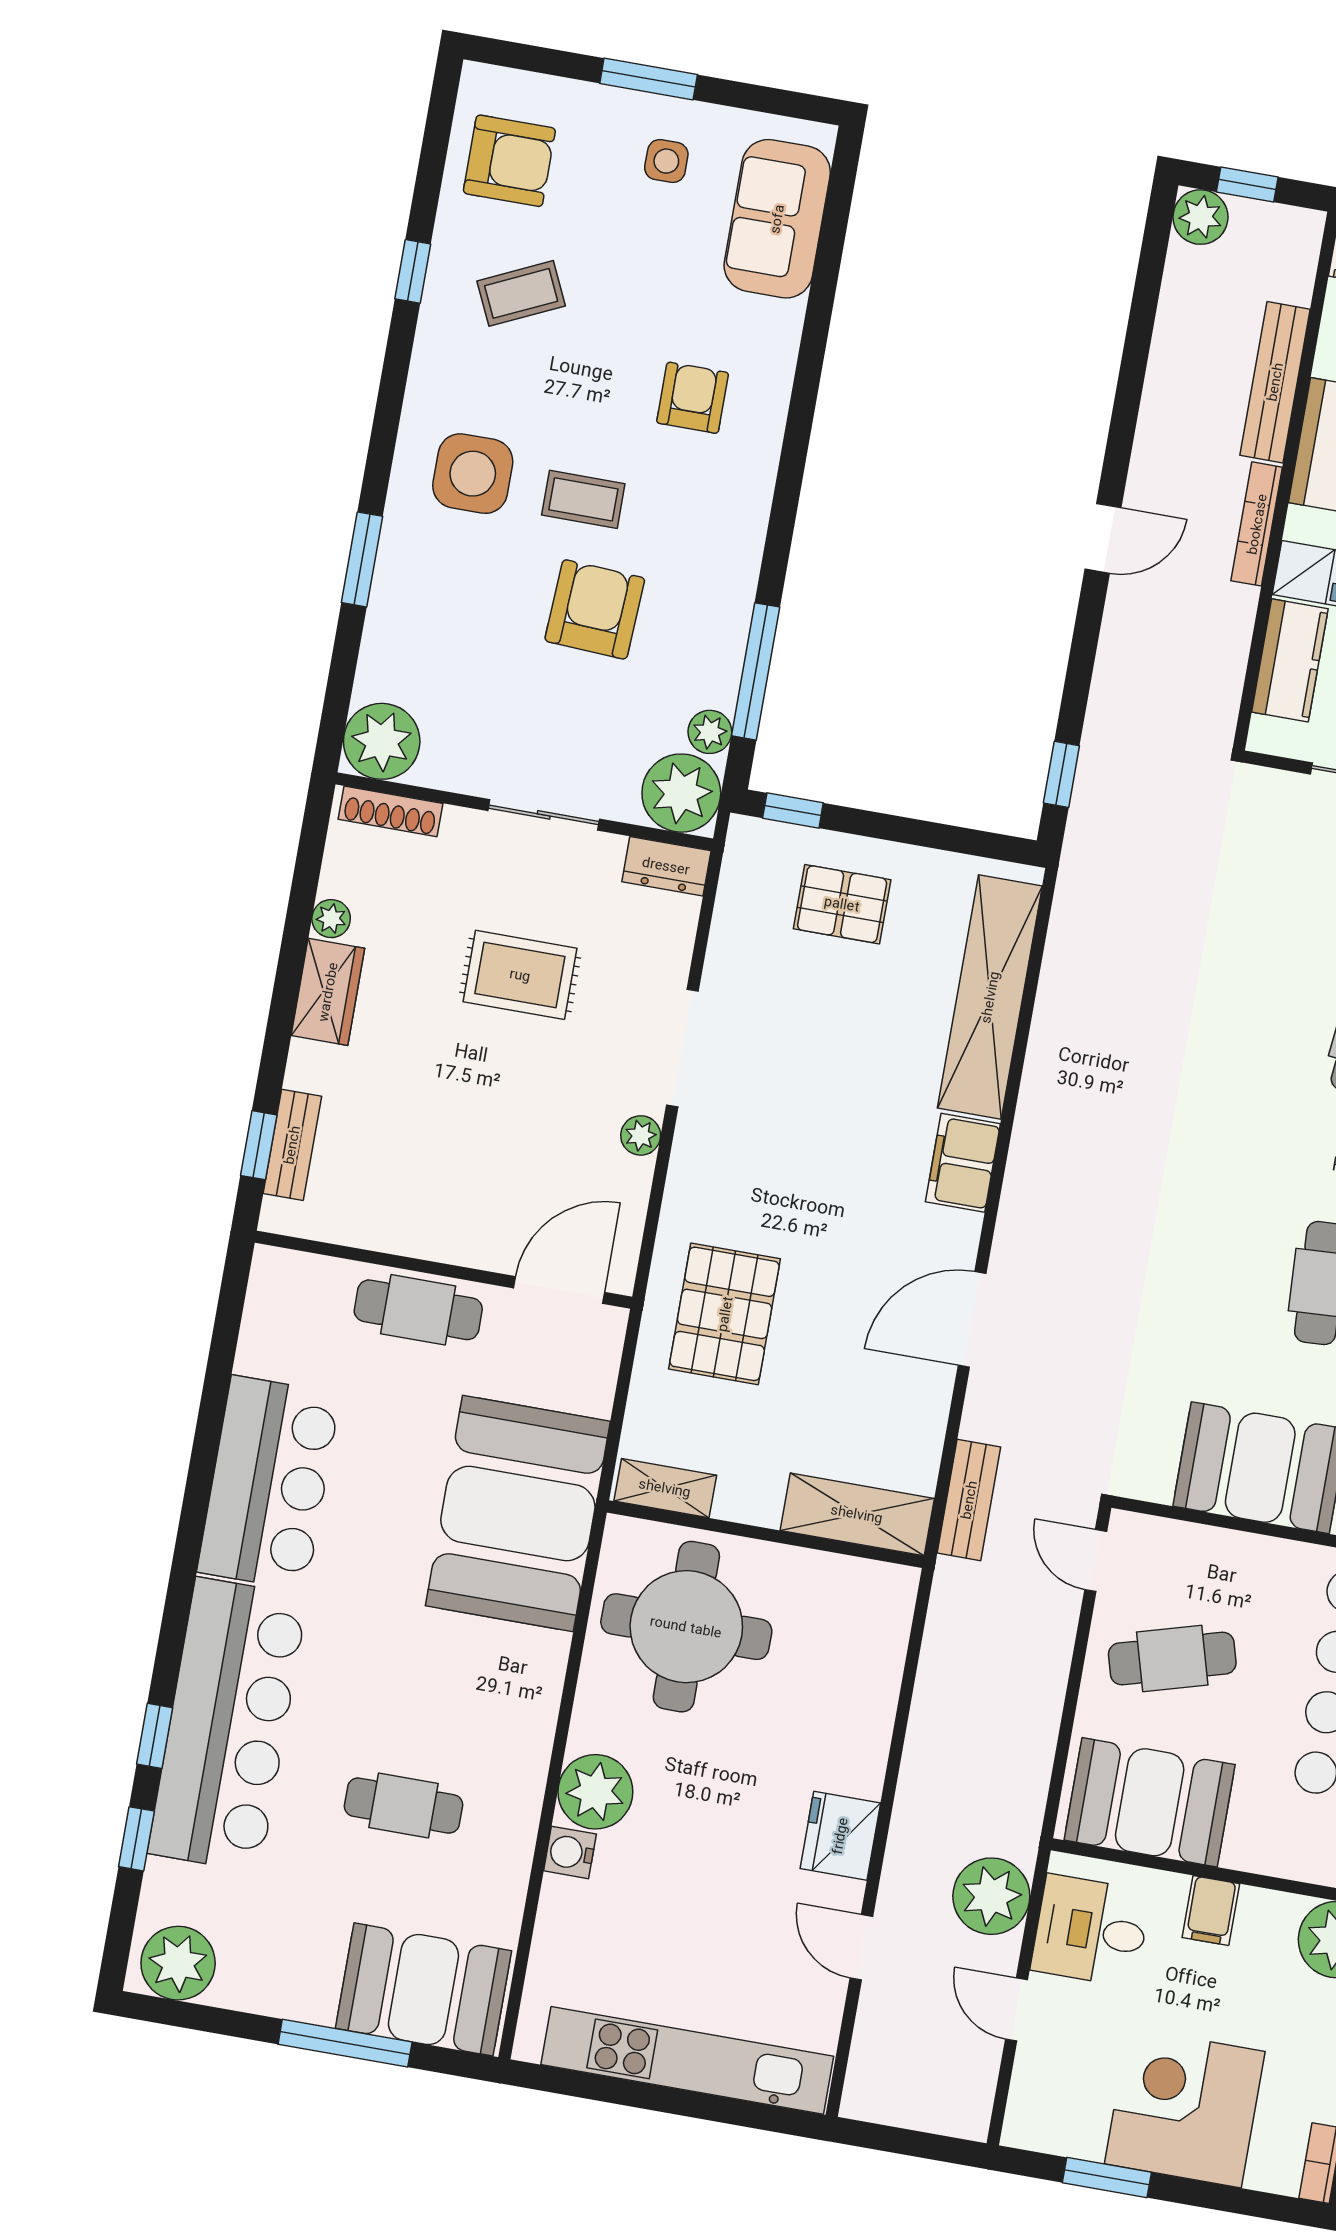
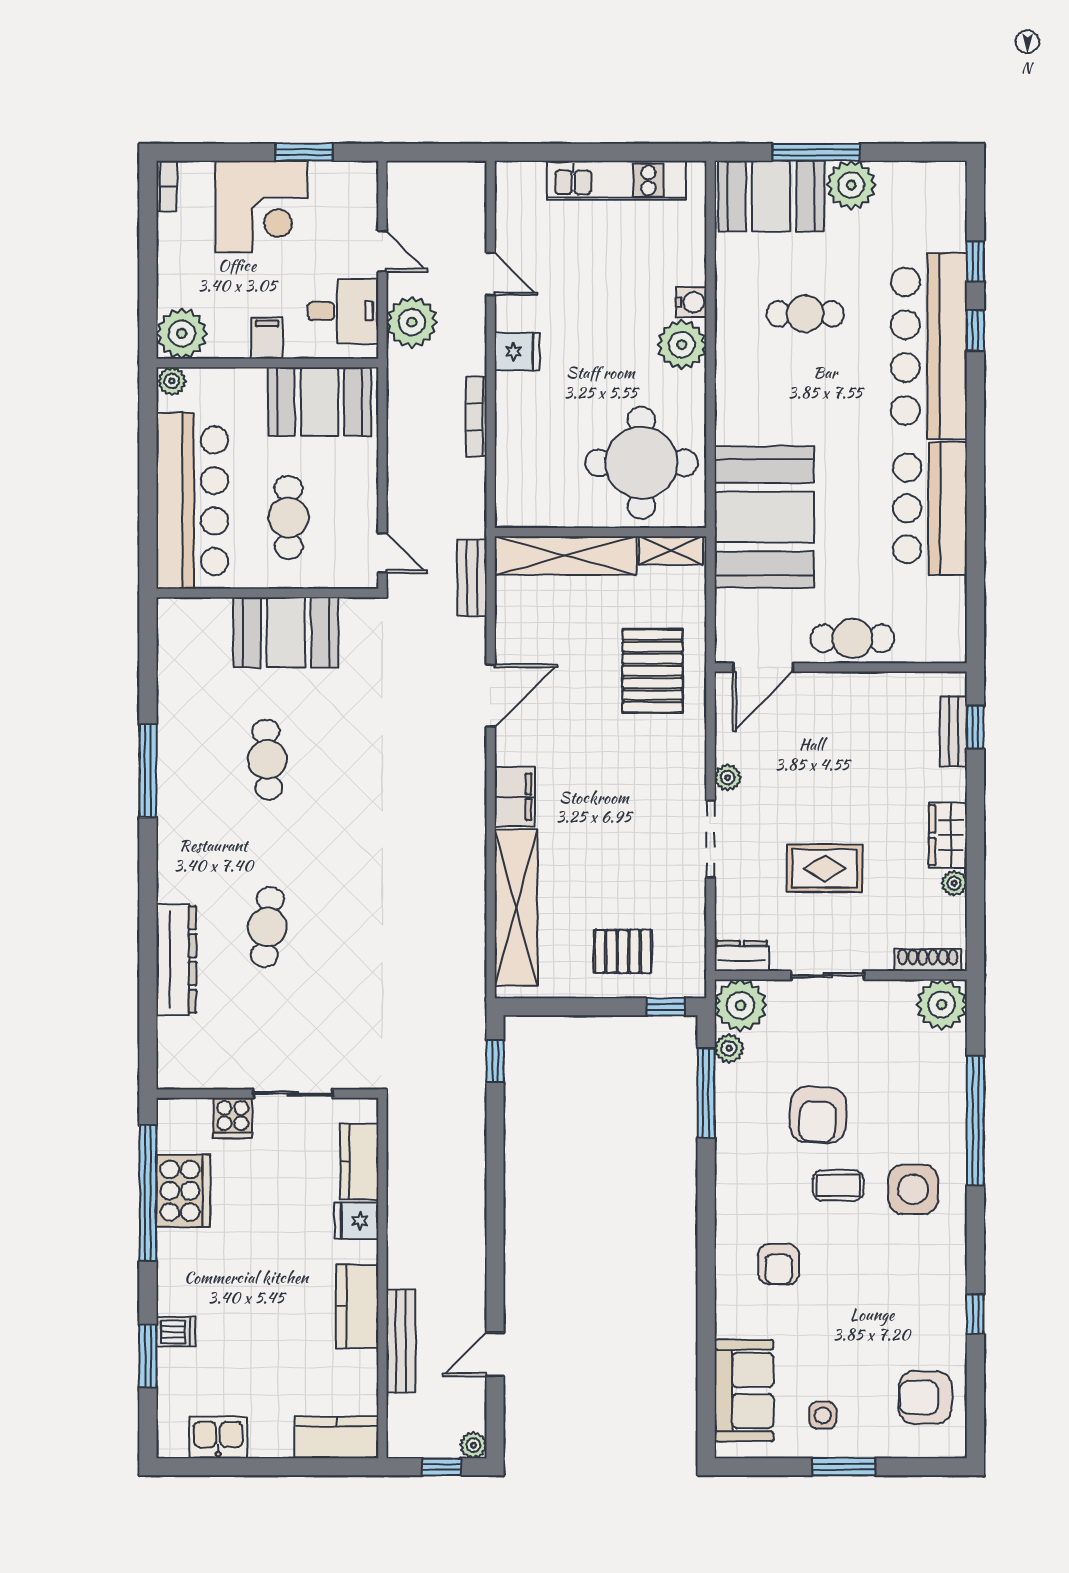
plant: (1200, 217) -> (473, 1445), width x0.73, depth x0.73
coffee table: (521, 293) -> (902, 1312), removed
bookcase: (1257, 524) -> (476, 417), moved, turned 180
door: (1103, 538) -> (495, 1354), moved
window: (362, 559) -> (975, 1121), width x2.11
shelving: (857, 1514) -> (566, 556), width x1.47
cafe table: (1172, 1659) -> (289, 517), moved, turned -74
fridge: (840, 1836) -> (517, 351), width x0.72
plant: (178, 1963) -> (851, 185), moved
kitchen unit: (687, 2060) -> (616, 180), width x0.73

